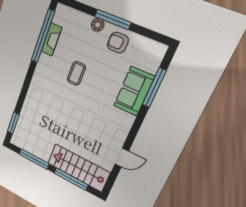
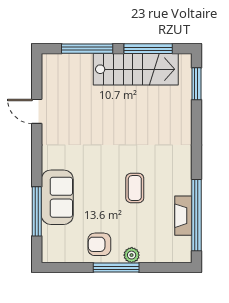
armchair: (118, 43) -> (99, 244), turned 180
door: (122, 157) -> (37, 111), hinge flipped
stairs: (78, 168) -> (136, 69), moved

